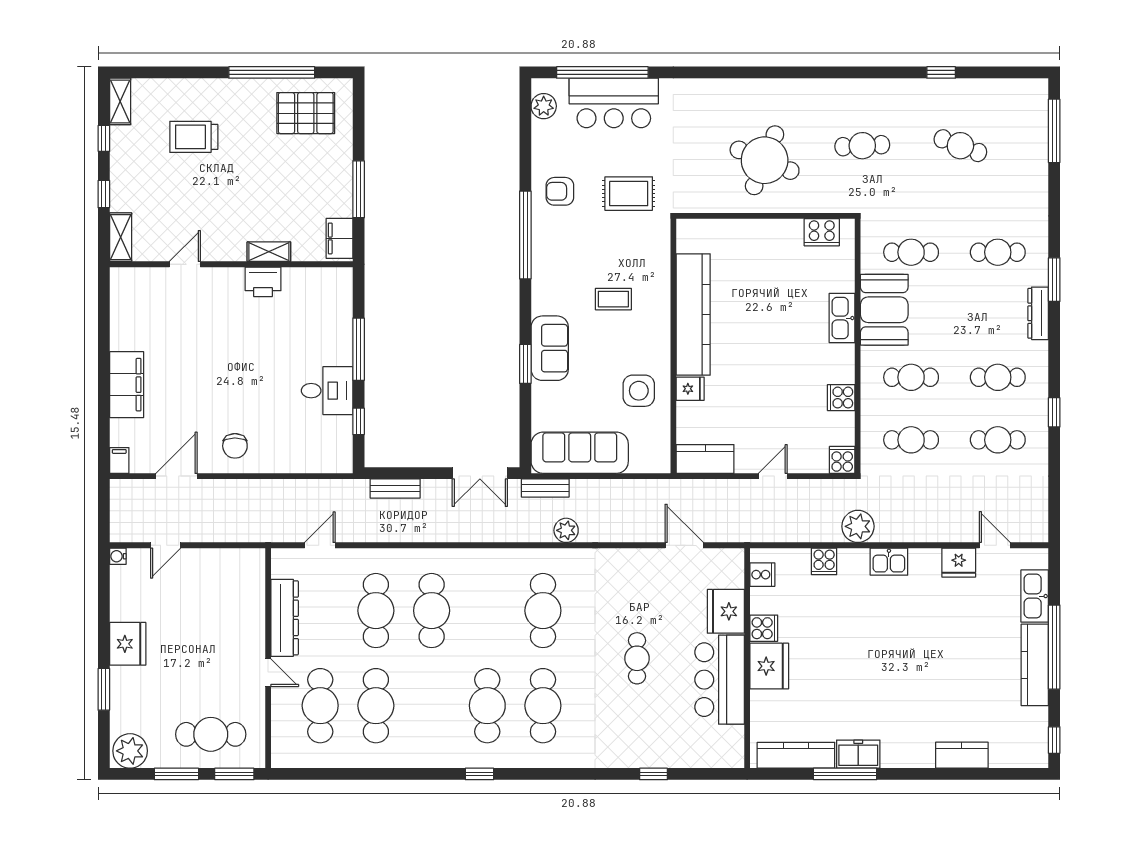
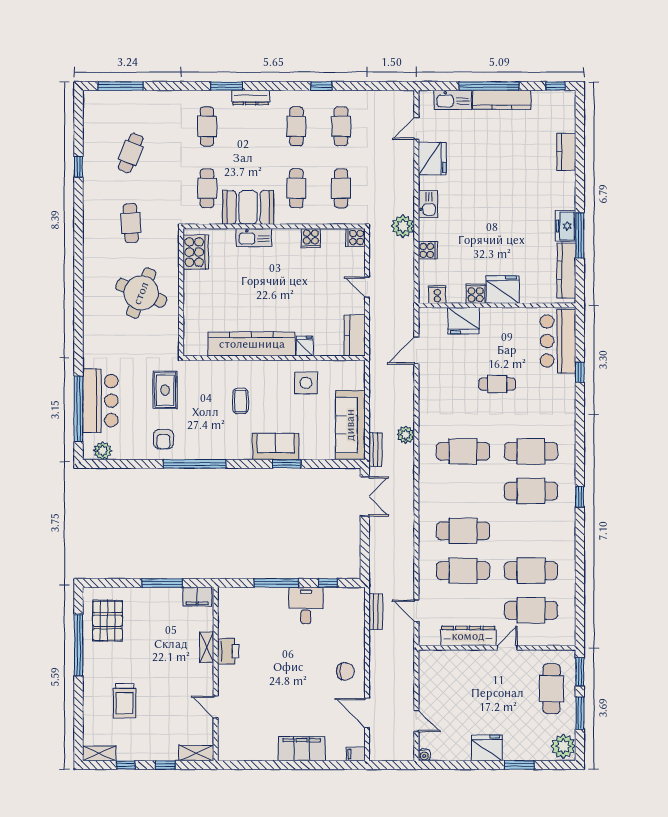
cooker: (822, 232) -> (196, 252), width x1.37, depth x1.31
bench: (395, 488) -> (376, 612), moved
fridge: (959, 563) -> (432, 159), width x1.36, depth x1.34
bar counter: (720, 680) -> (558, 341), moved, turned 90

